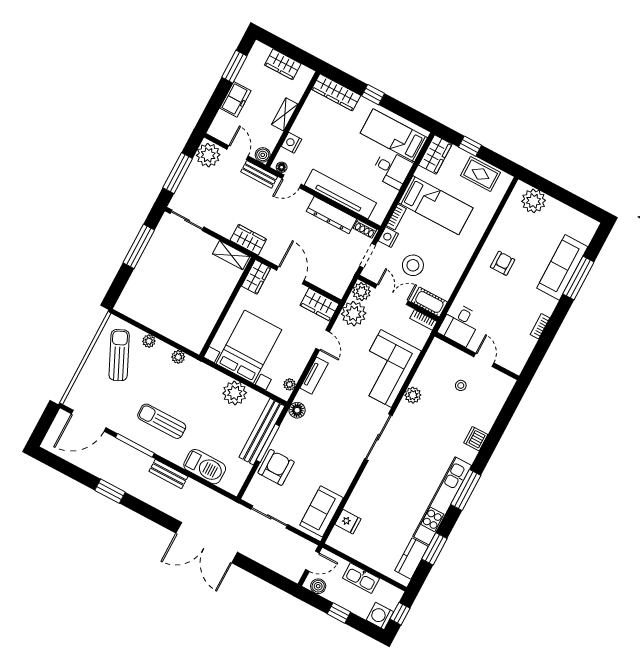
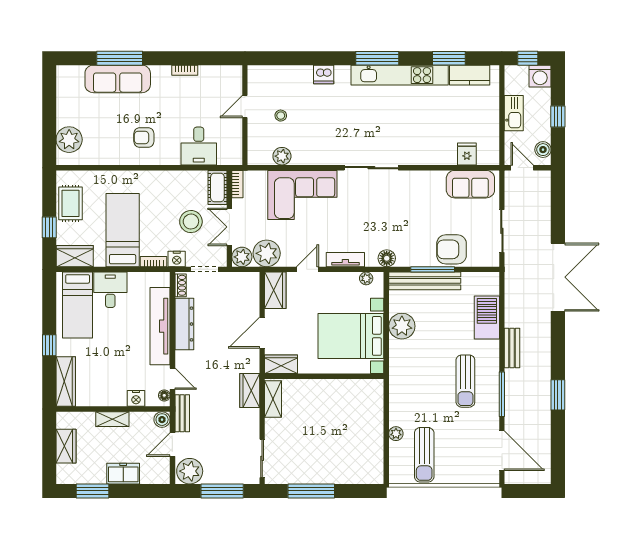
desk: (460, 324) -> (199, 146), moved, turned 90
sun lounger: (119, 355) -> (424, 455), turned -65
plant: (178, 357) -> (396, 398), removed
plant: (413, 395) -> (282, 156), moved

